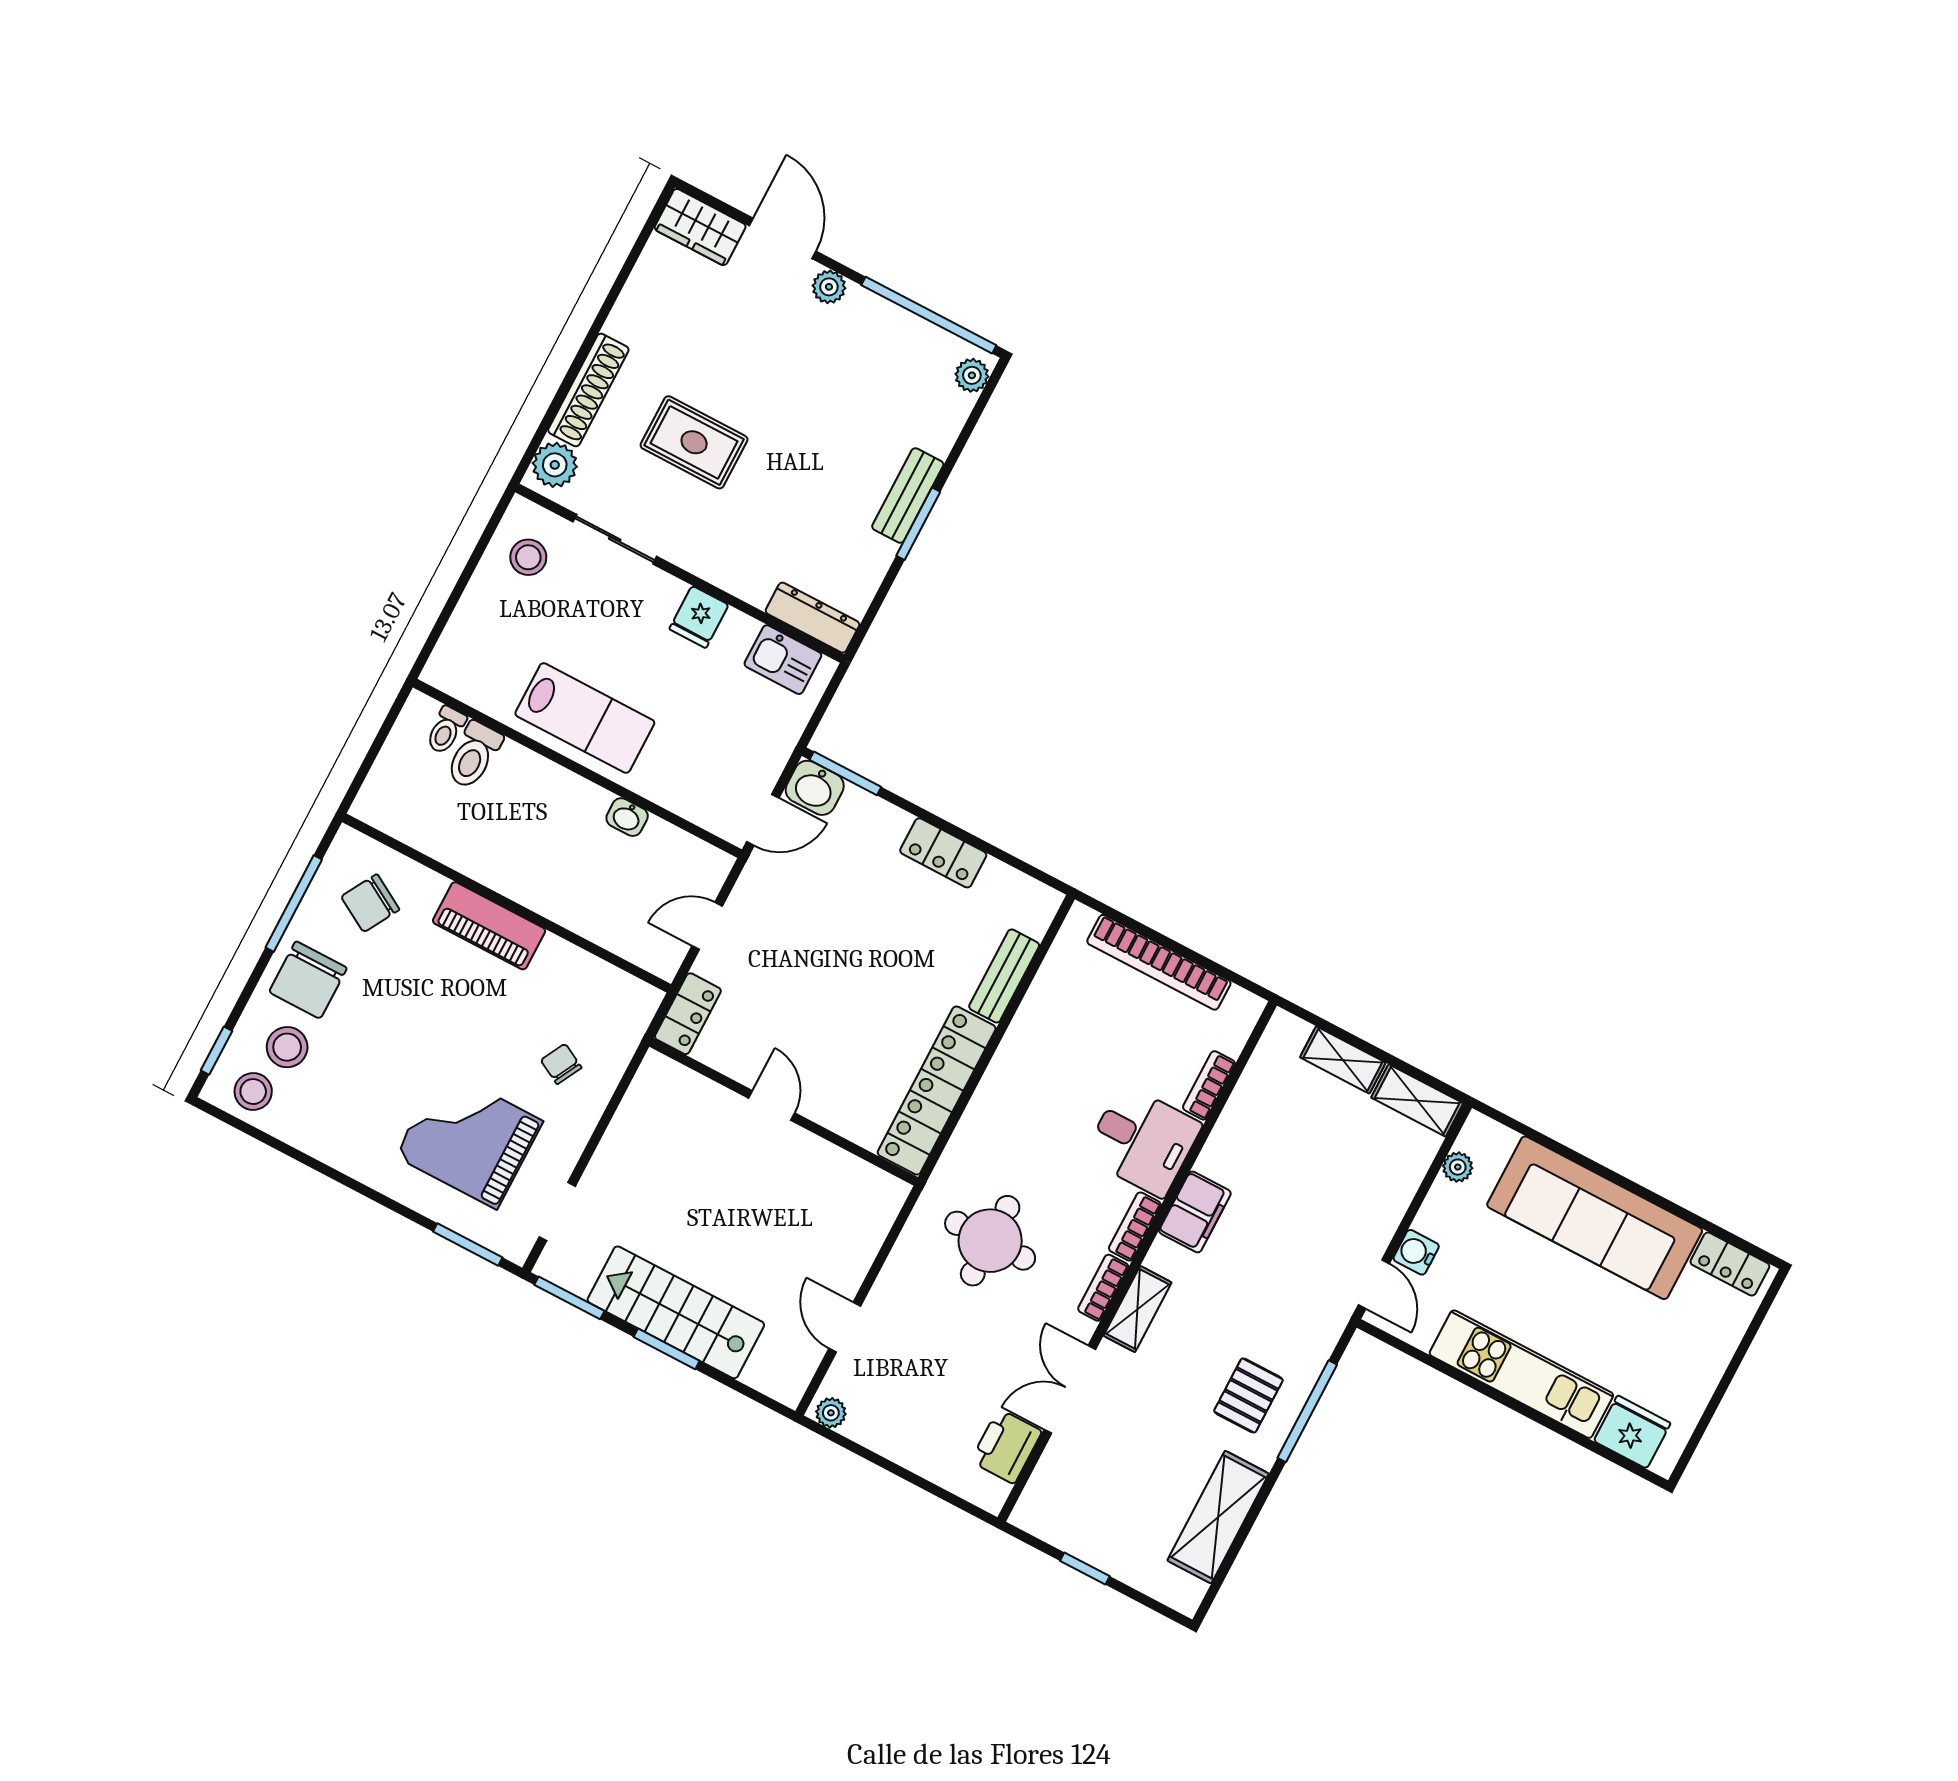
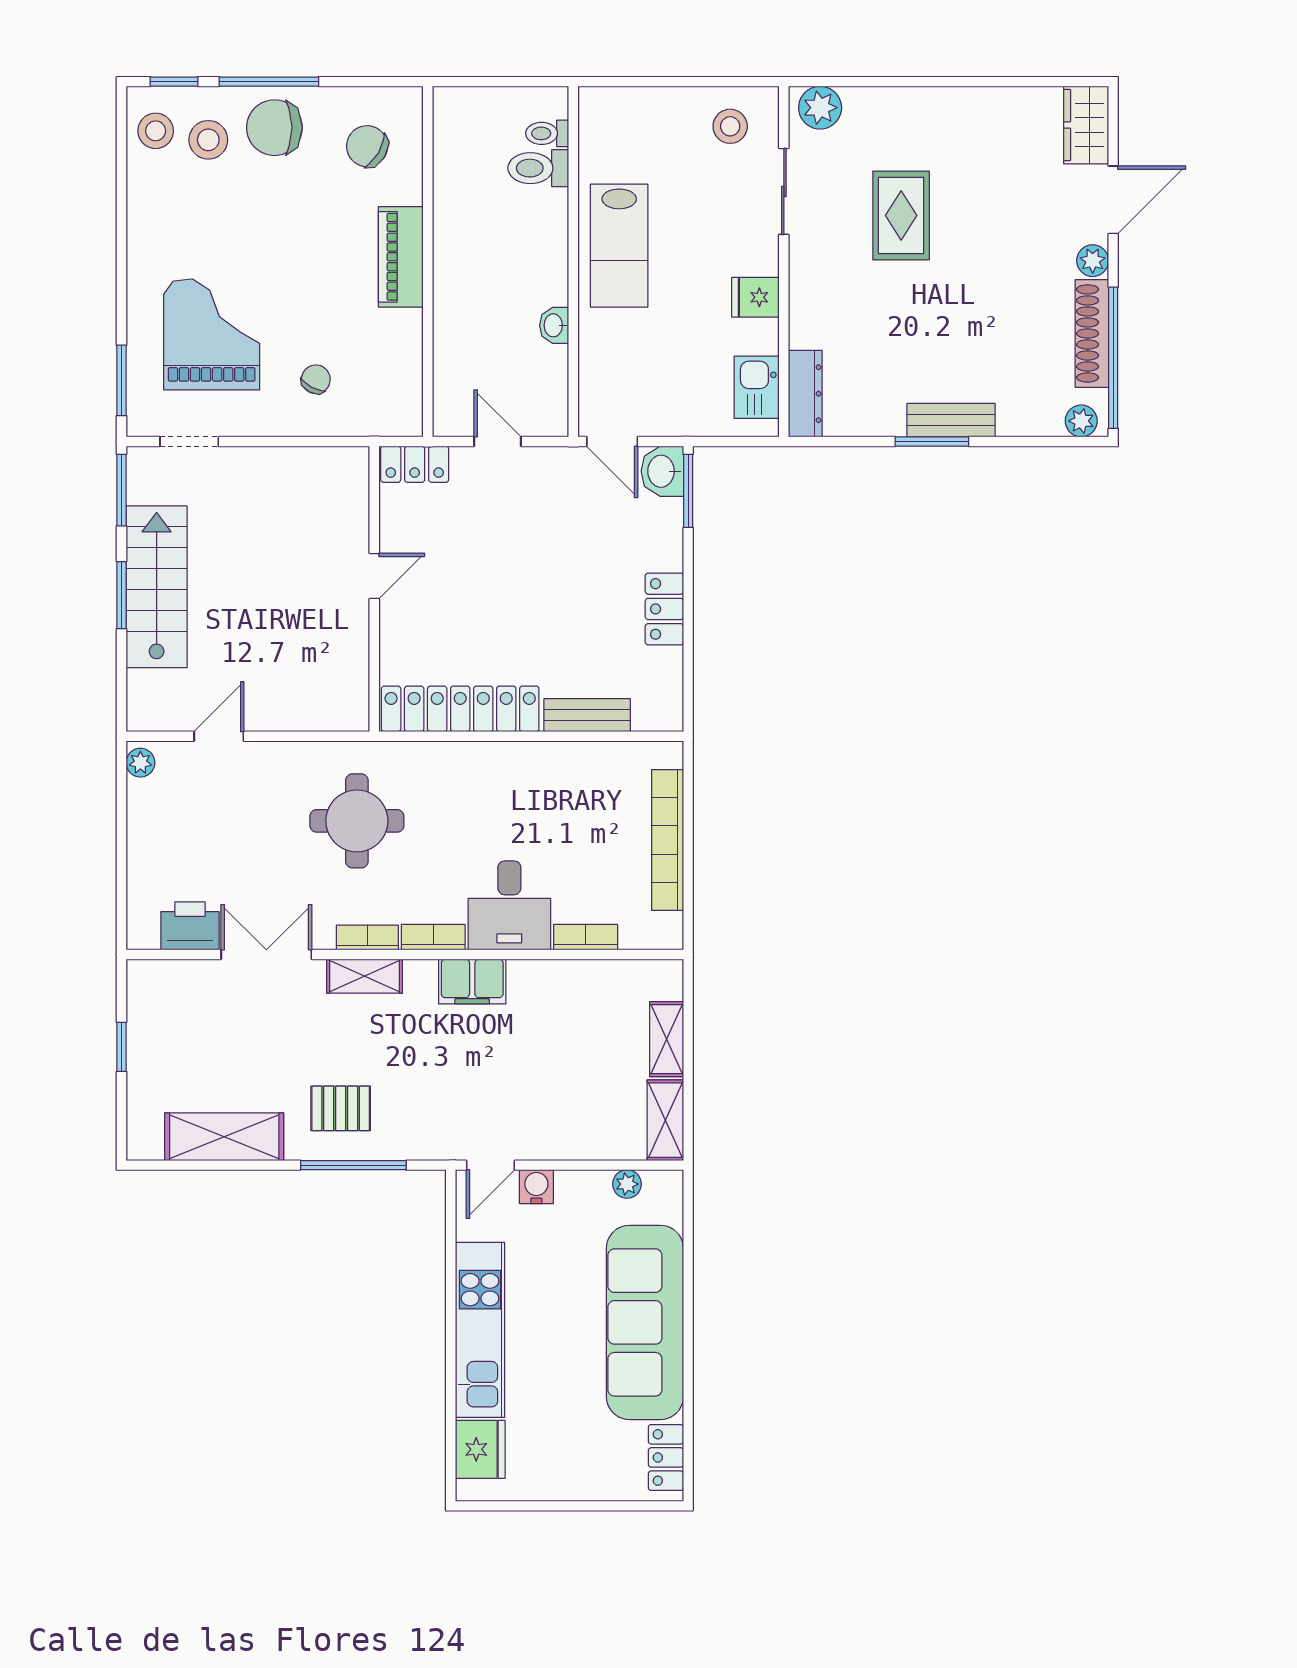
shoe rack: (588, 390) -> (1092, 333), moved, turned 90
window: (294, 903) -> (269, 82), moved

